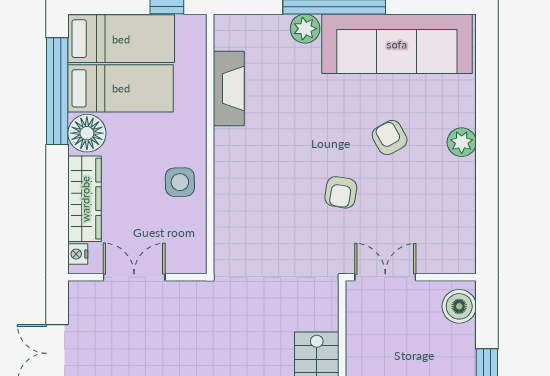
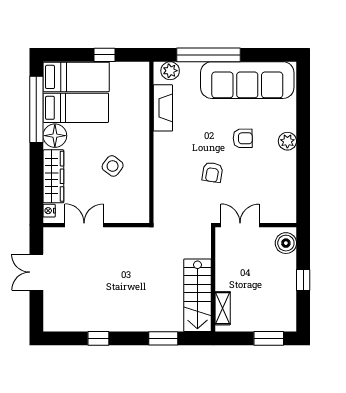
plant: (305, 29) -> (170, 71), moved
fireplace: (229, 89) -> (163, 108), moved
armchair: (390, 138) -> (243, 138), turned 118
wall: (210, 144) -> (151, 142), moved
side table: (180, 182) -> (113, 166), turned 38

